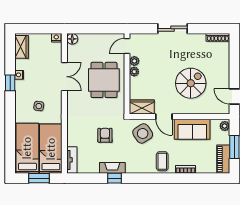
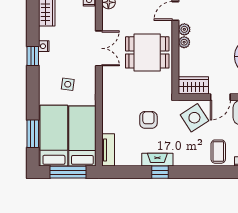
dining table: (104, 80) -> (147, 52), turned 90
door: (164, 117) -> (220, 97), hinge flipped
window: (10, 147) -> (33, 134), added
window: (39, 178) -> (68, 172), width x1.44

